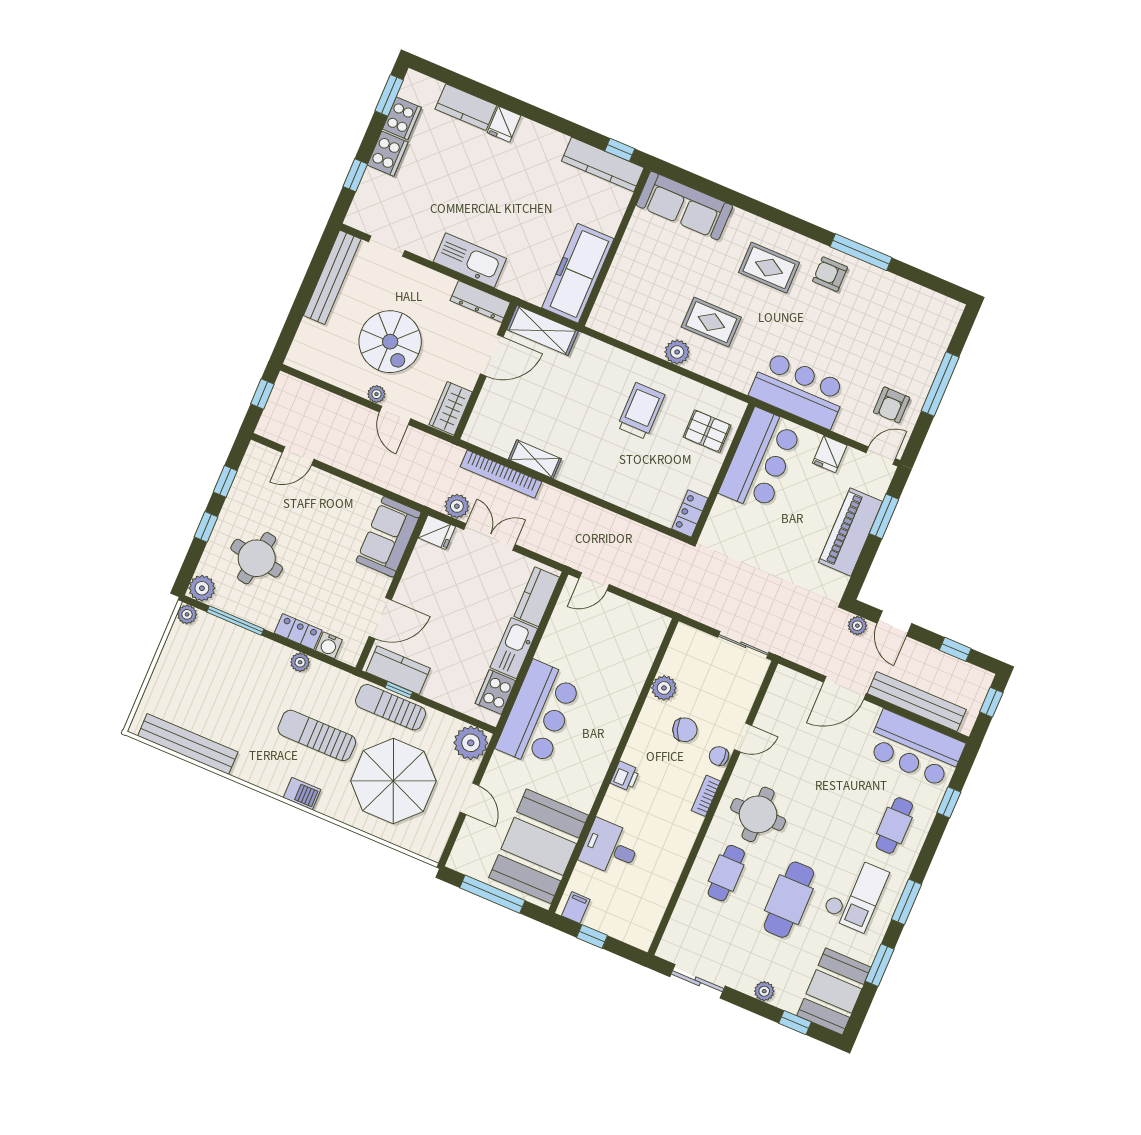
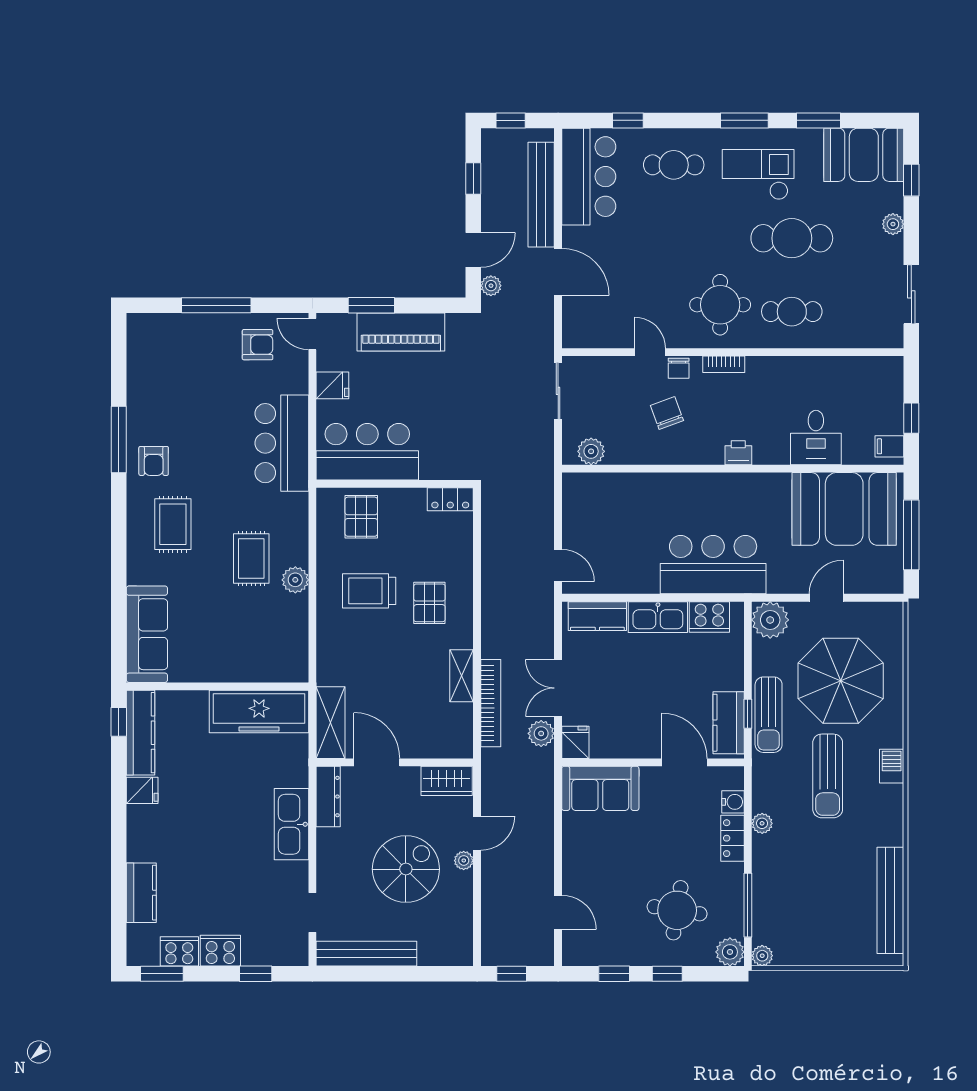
fridge: (504, 124) -> (142, 790), moved
pallet: (609, 458) -> (429, 603), added
plant: (664, 688) -> (591, 451), moved

